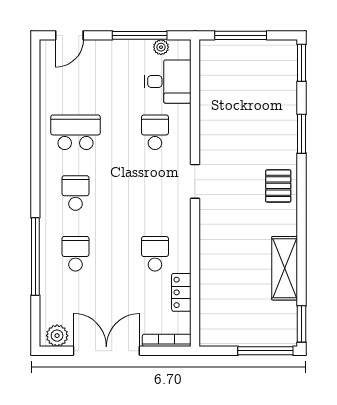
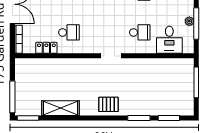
plant: (161, 47) -> (189, 21), moved
window: (302, 63) -> (169, 118), moved

